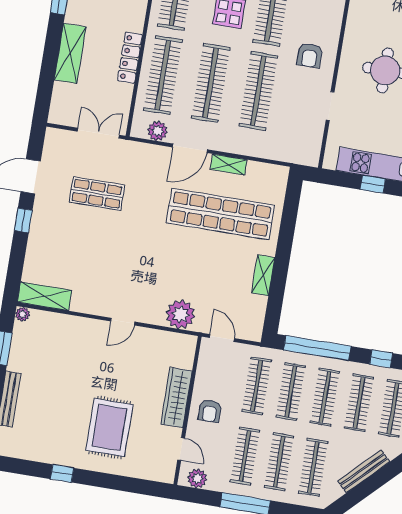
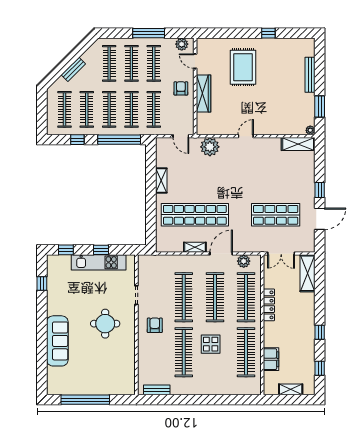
shelving: (70, 53) -> (307, 273), moved
shop shelf: (97, 194) -> (276, 215), width x1.43, depth x1.36
bench: (364, 471) -> (73, 69), width x0.73

